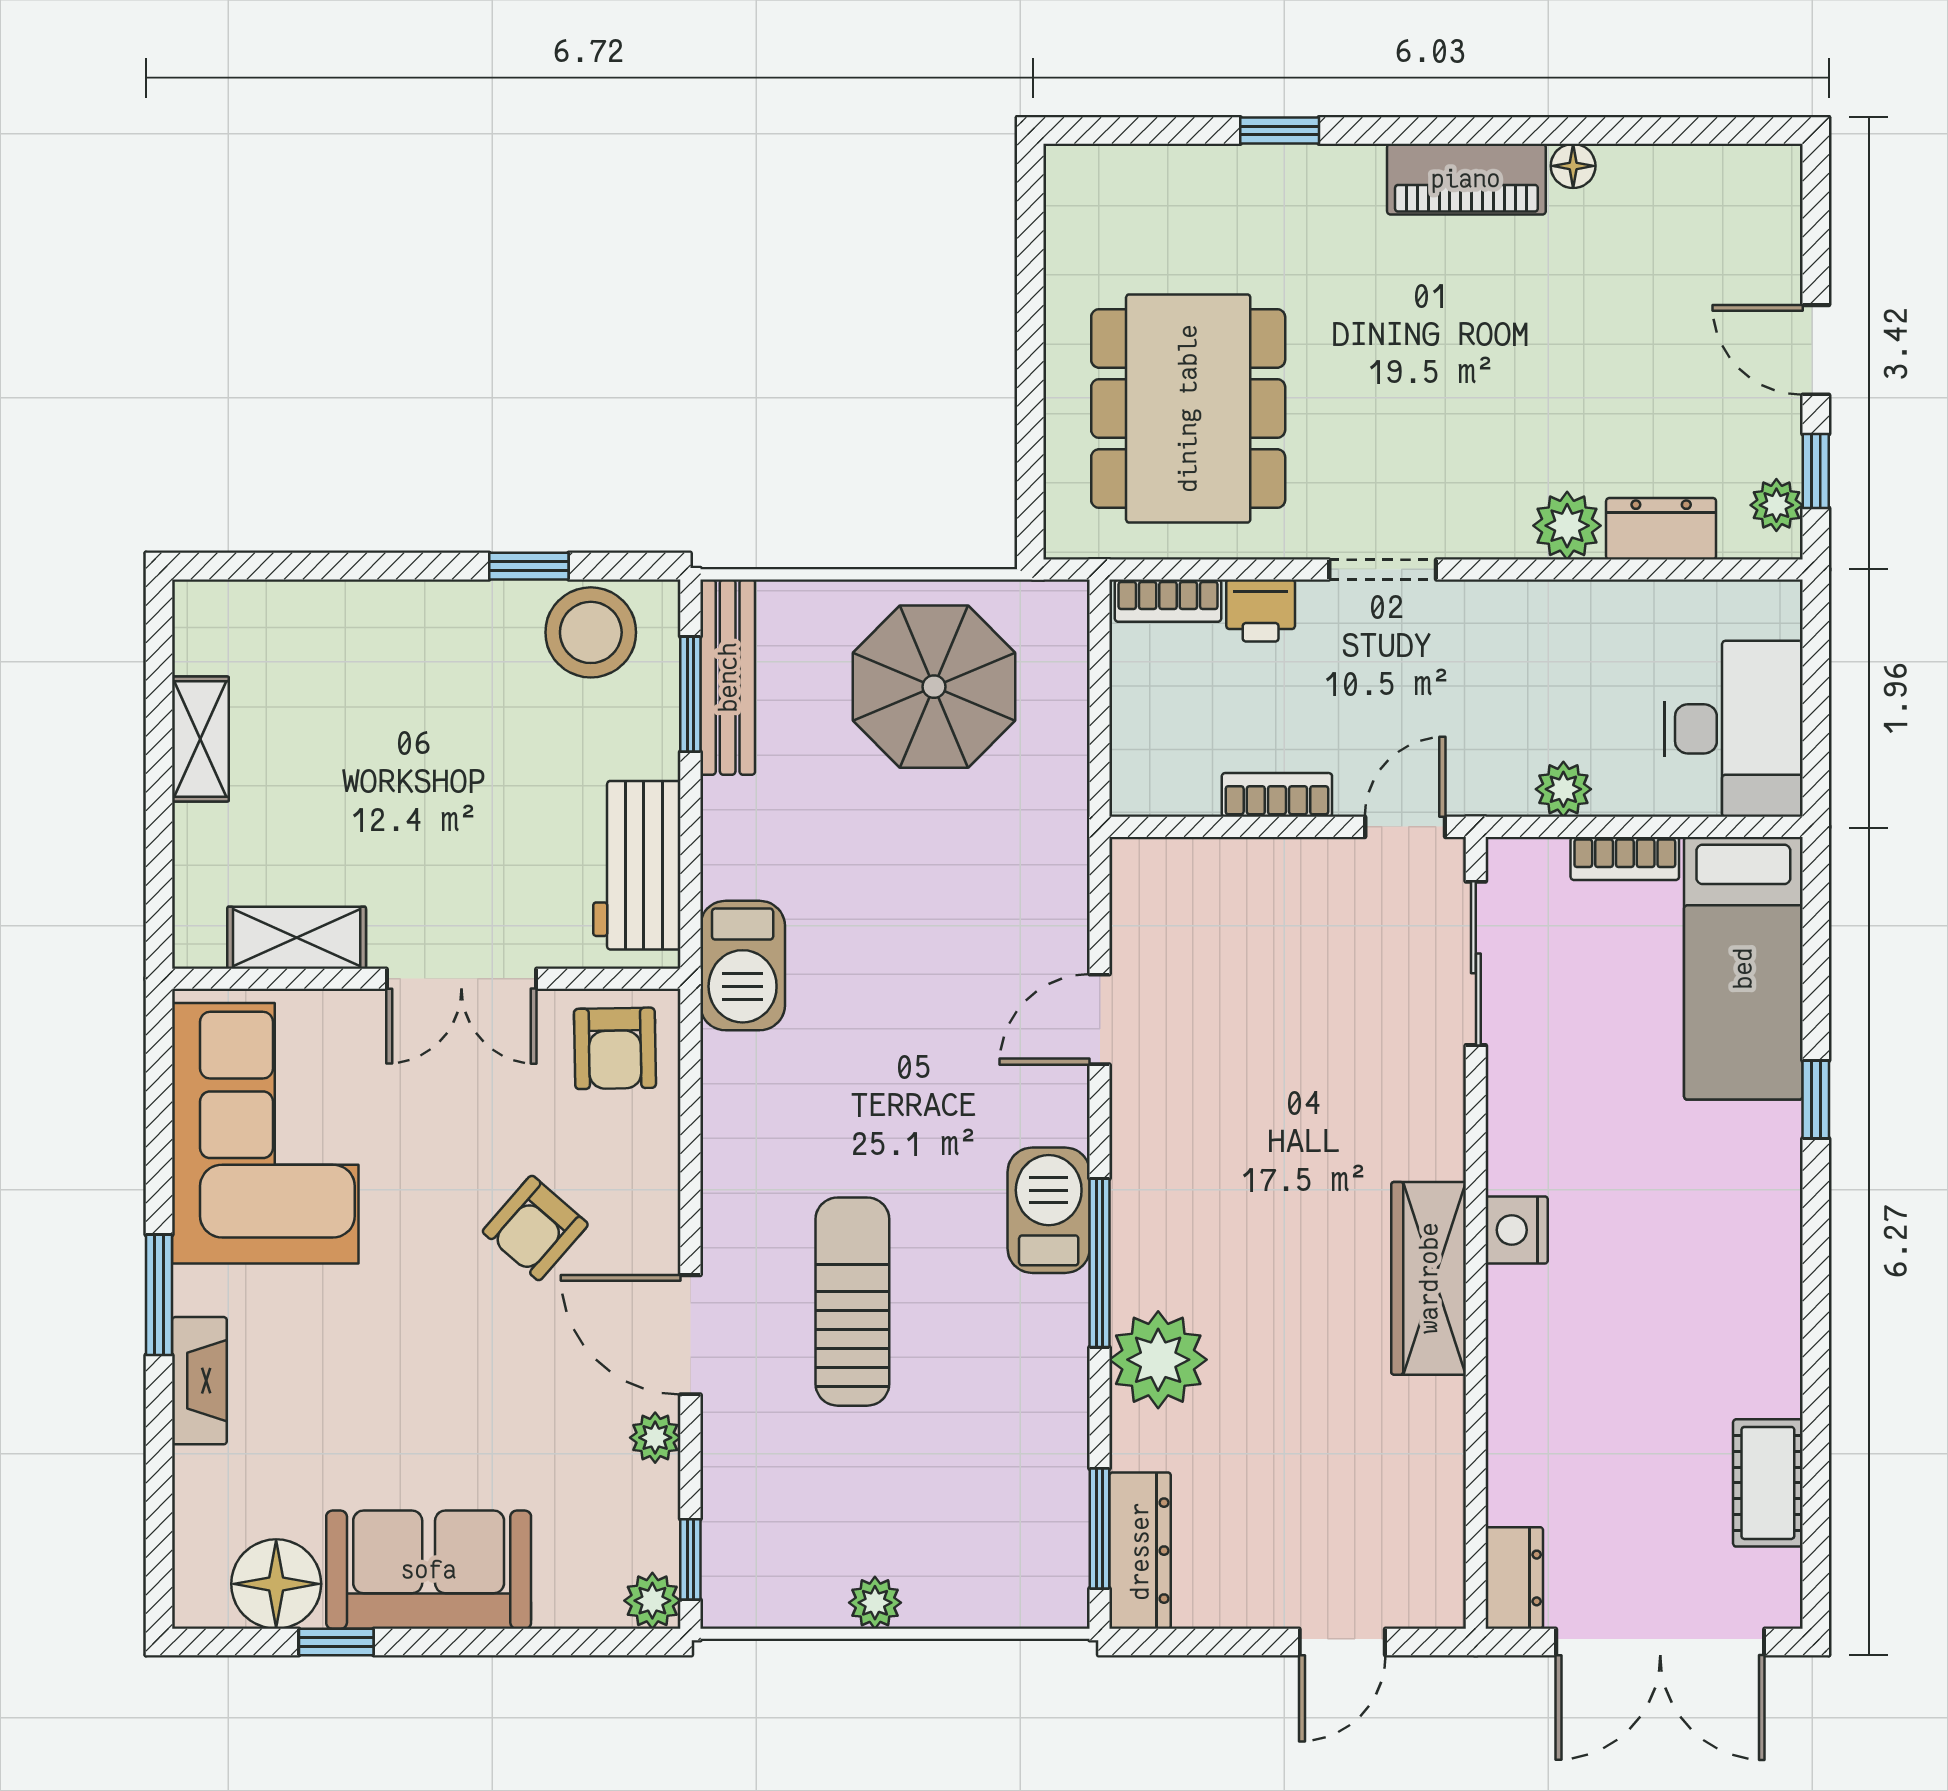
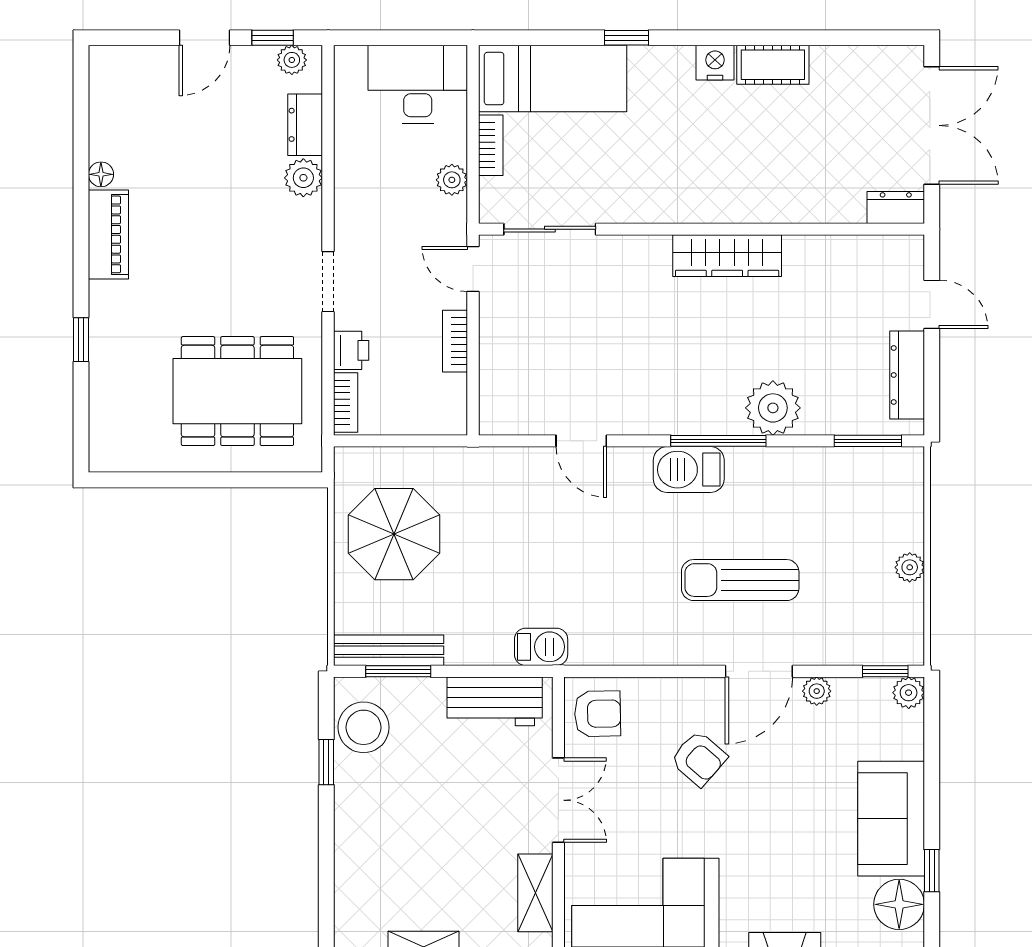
barbecue: (743, 966) -> (541, 647), width x0.73, depth x0.79
nightstand: (1517, 1230) -> (715, 63), moved, turned 180
cot: (1768, 1483) -> (773, 65), moved
dresser: (1140, 1551) -> (907, 375), moved, turned -90

